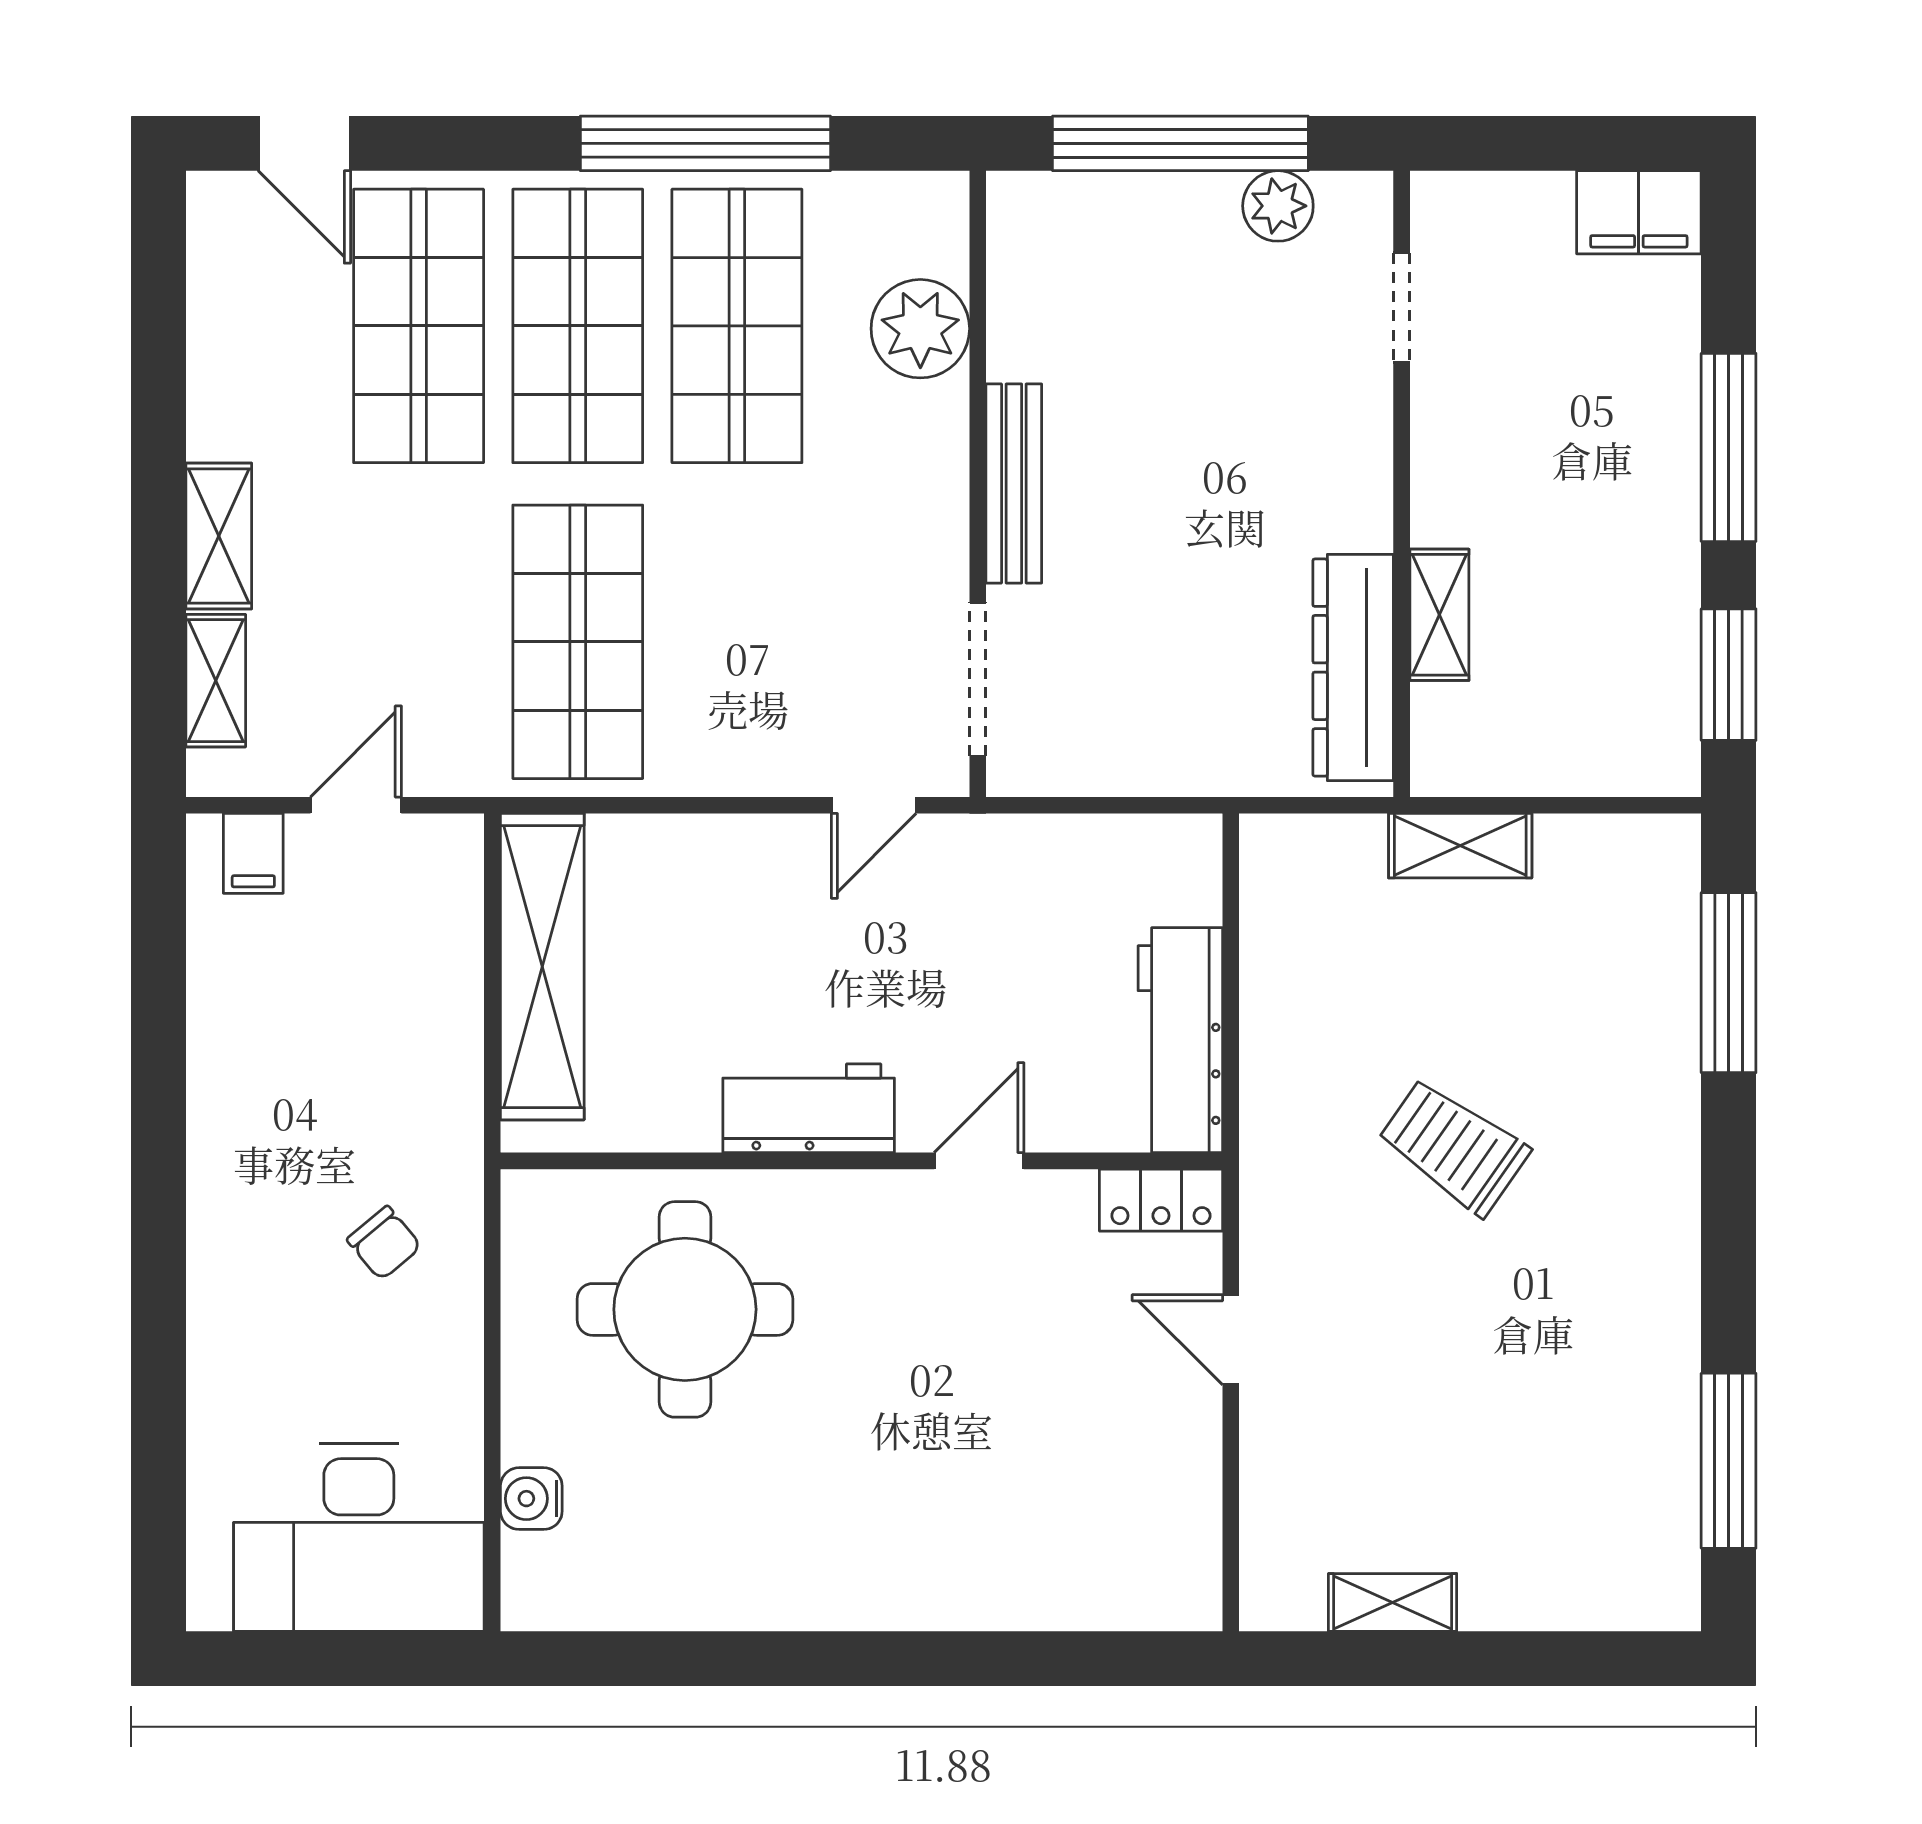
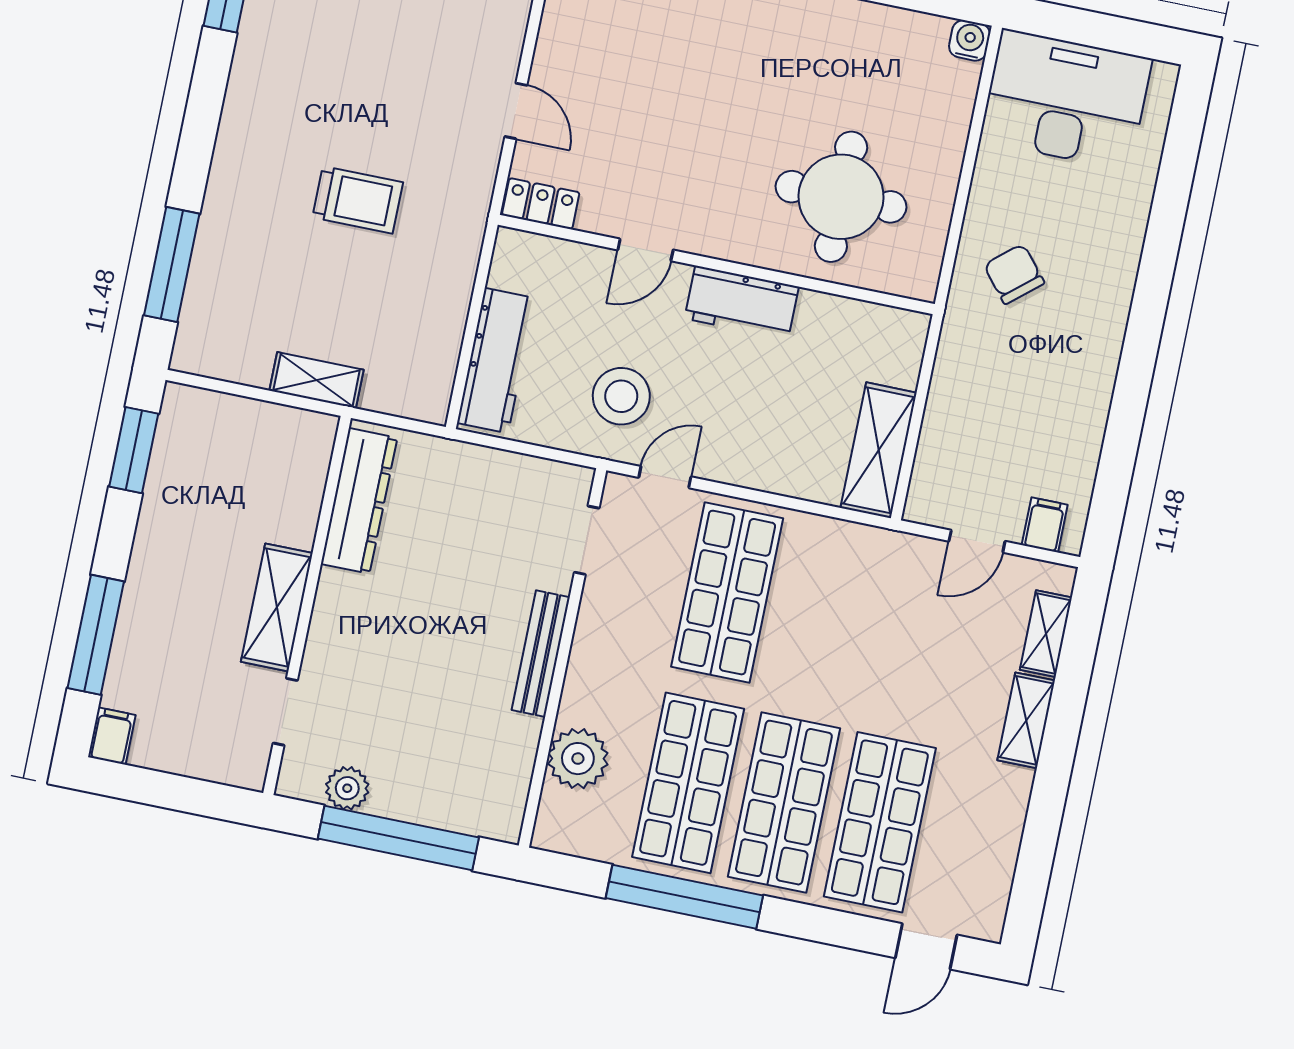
door: (304, 143) -> (926, 946), swing flipped
filing cabinet: (1639, 212) -> (112, 736), width x0.50
window: (1729, 447) -> (96, 635), moved
shelving: (1439, 615) -> (277, 607), moved, width x1.50, depth x1.33
shop shelf: (578, 642) -> (727, 593), moved
doorway: (978, 679) -> (587, 540), width x0.73
stool: (970, 920) -> (621, 396), added
shelving: (542, 967) -> (879, 450), width x0.68
workbench: (1180, 1040) -> (496, 361), moved
trolley: (1454, 1147) -> (358, 200), turned -35
chair: (384, 1243) -> (1014, 274), width x1.37, depth x1.37
water cooler: (531, 1499) -> (970, 40), moved, turned -90

